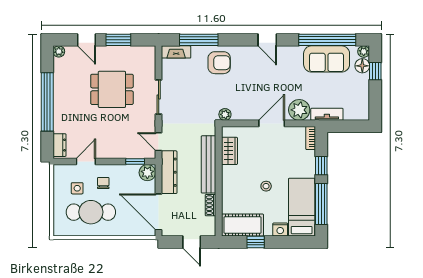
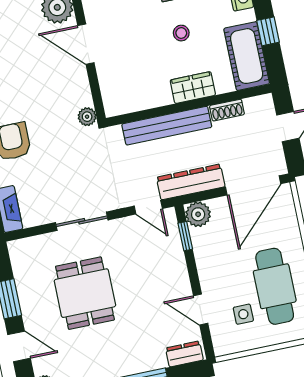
door: (87, 40) -> (19, 346), hinge flipped
door: (159, 142) -> (148, 207), hinge flipped
wardrobe: (229, 151) -> (193, 88), moved
chair: (103, 183) -> (227, 277), removed

